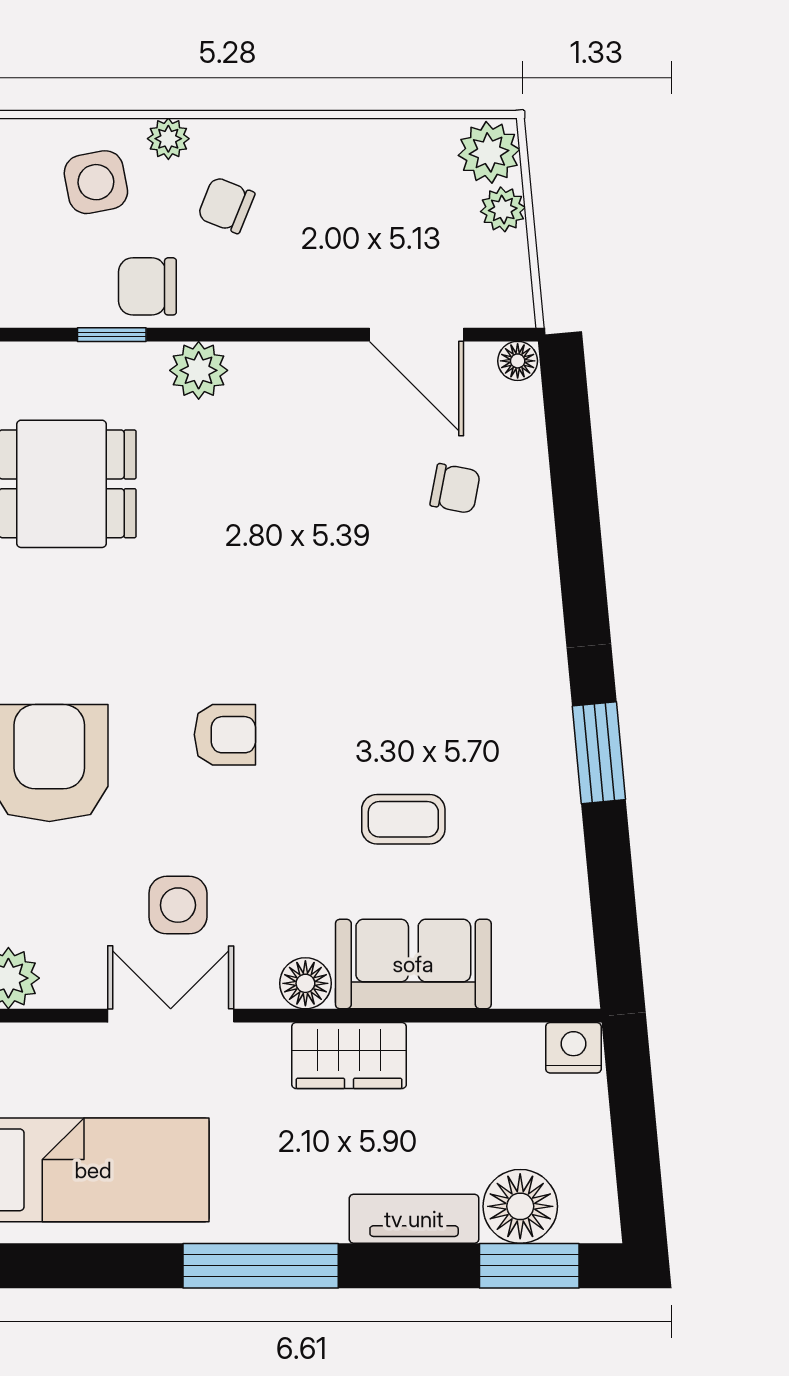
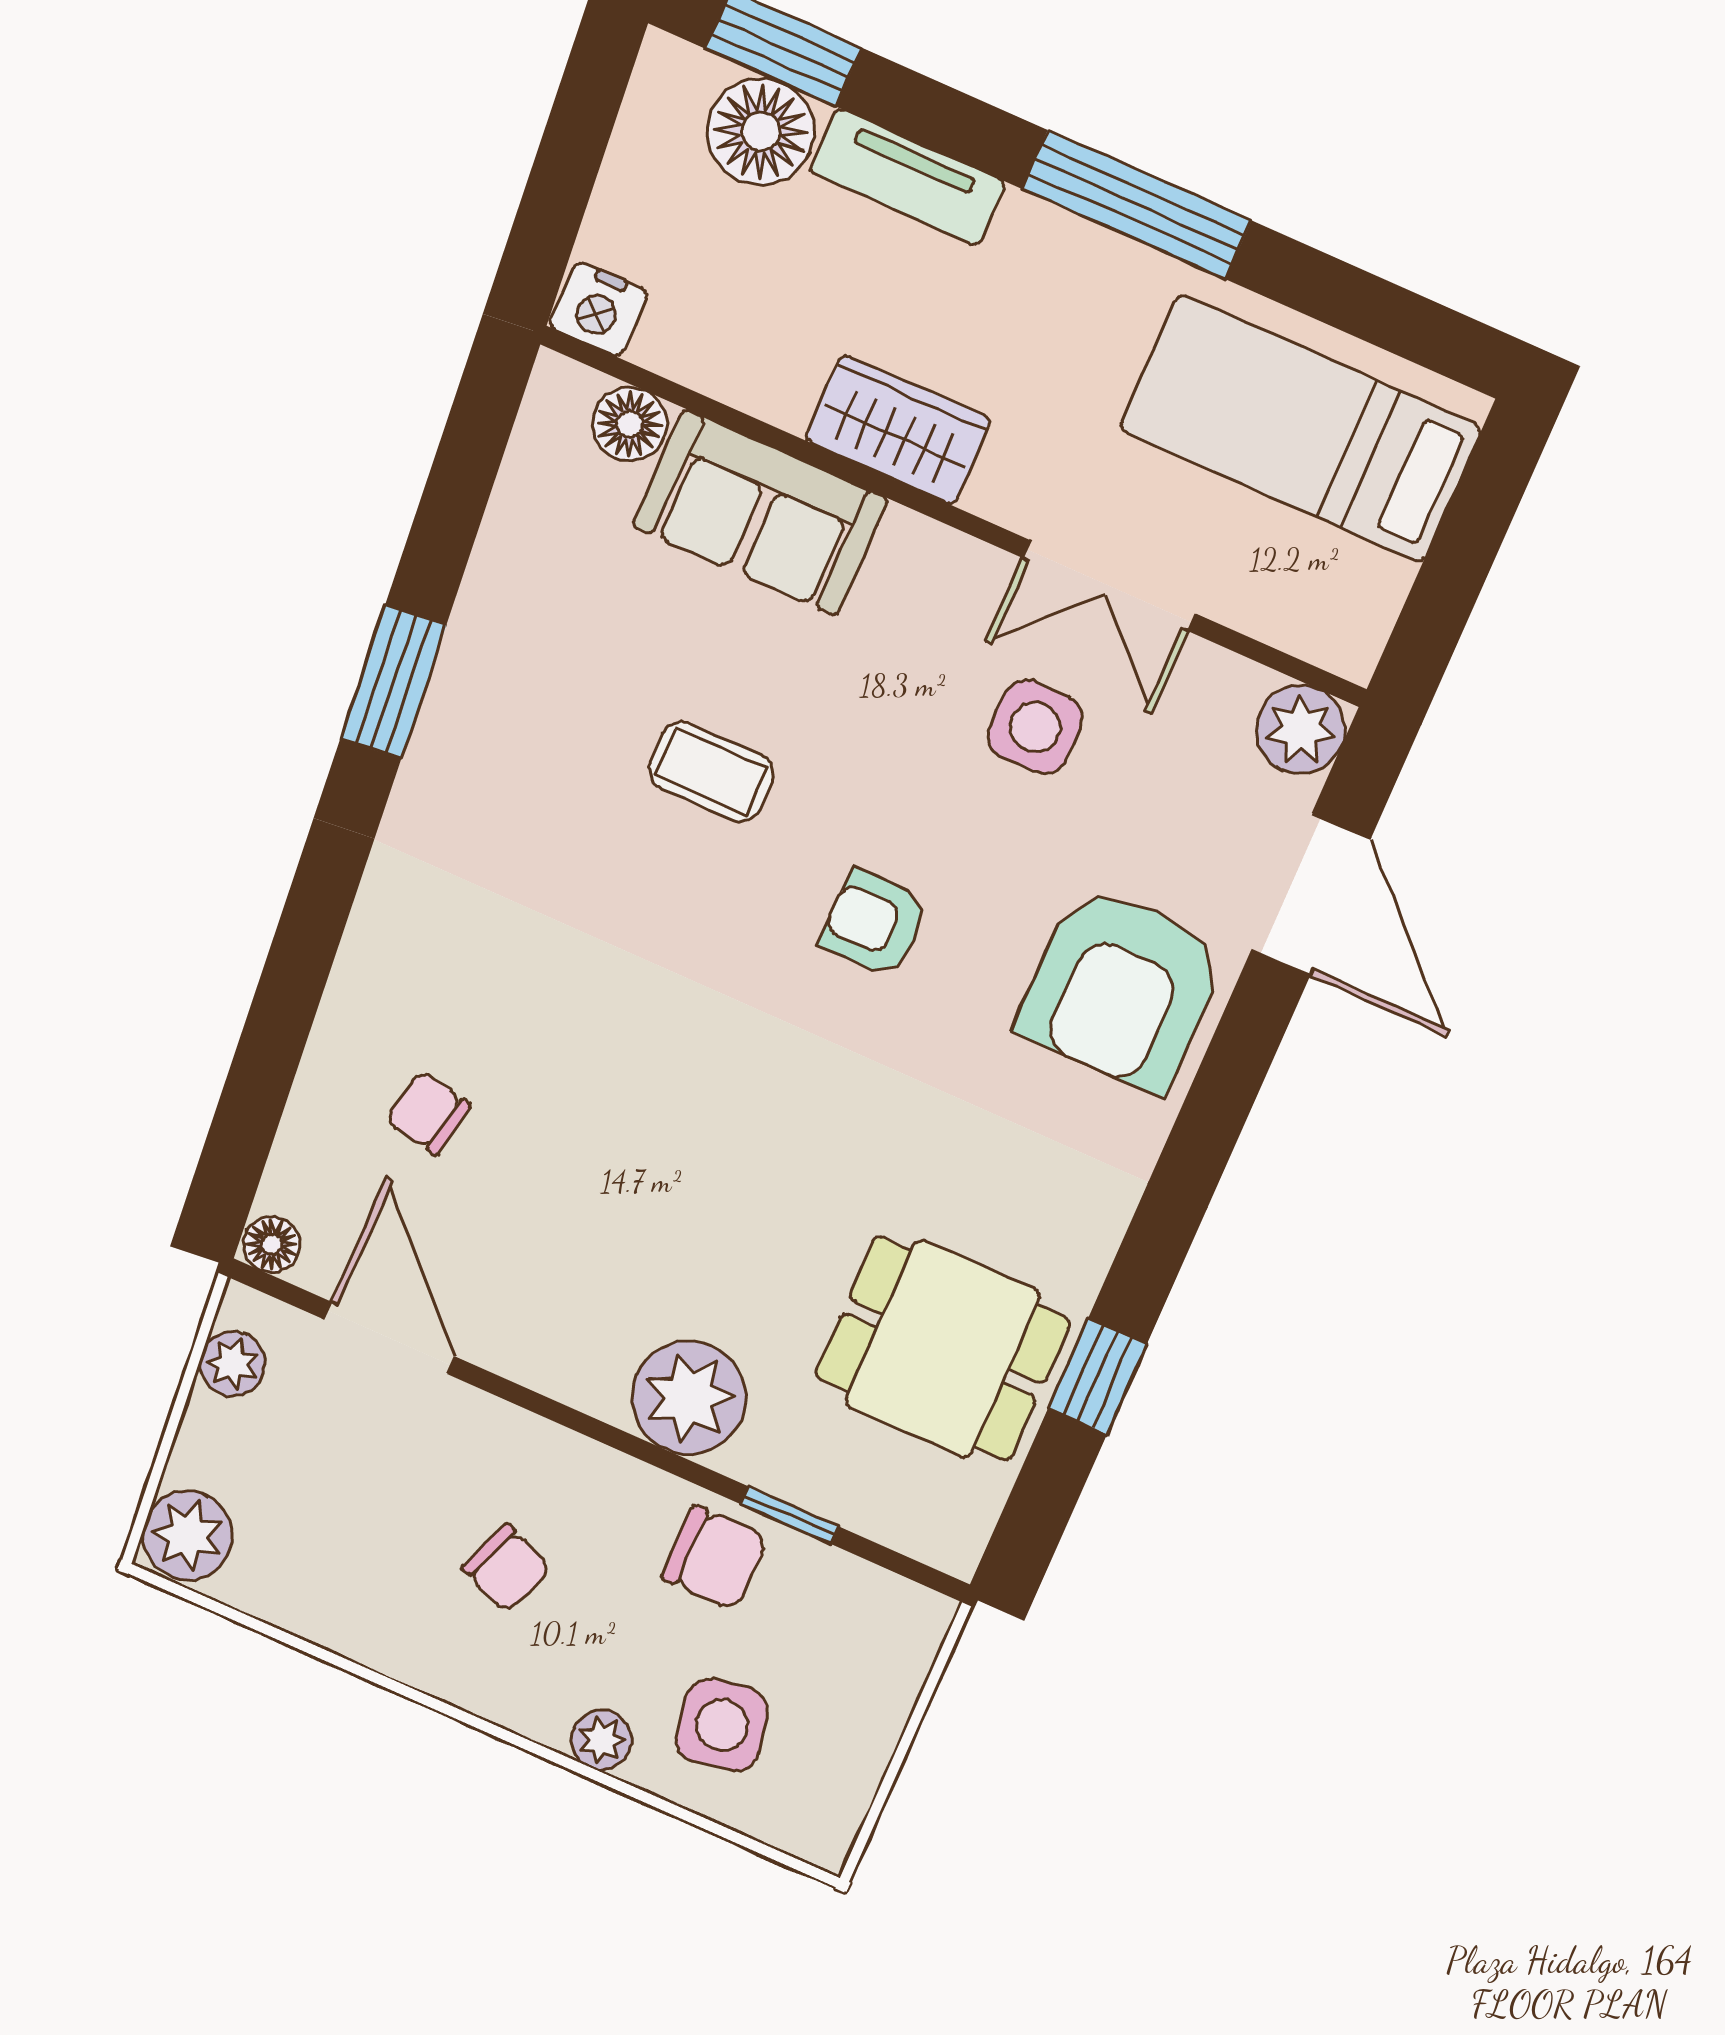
chair: (226, 205) -> (506, 1568), moved
plant: (503, 209) -> (233, 1364), moved
plant: (199, 370) -> (689, 1398), width x1.36, depth x1.36
coffee table: (403, 819) -> (711, 772), moved
floor lamp: (305, 983) -> (630, 424), moved

